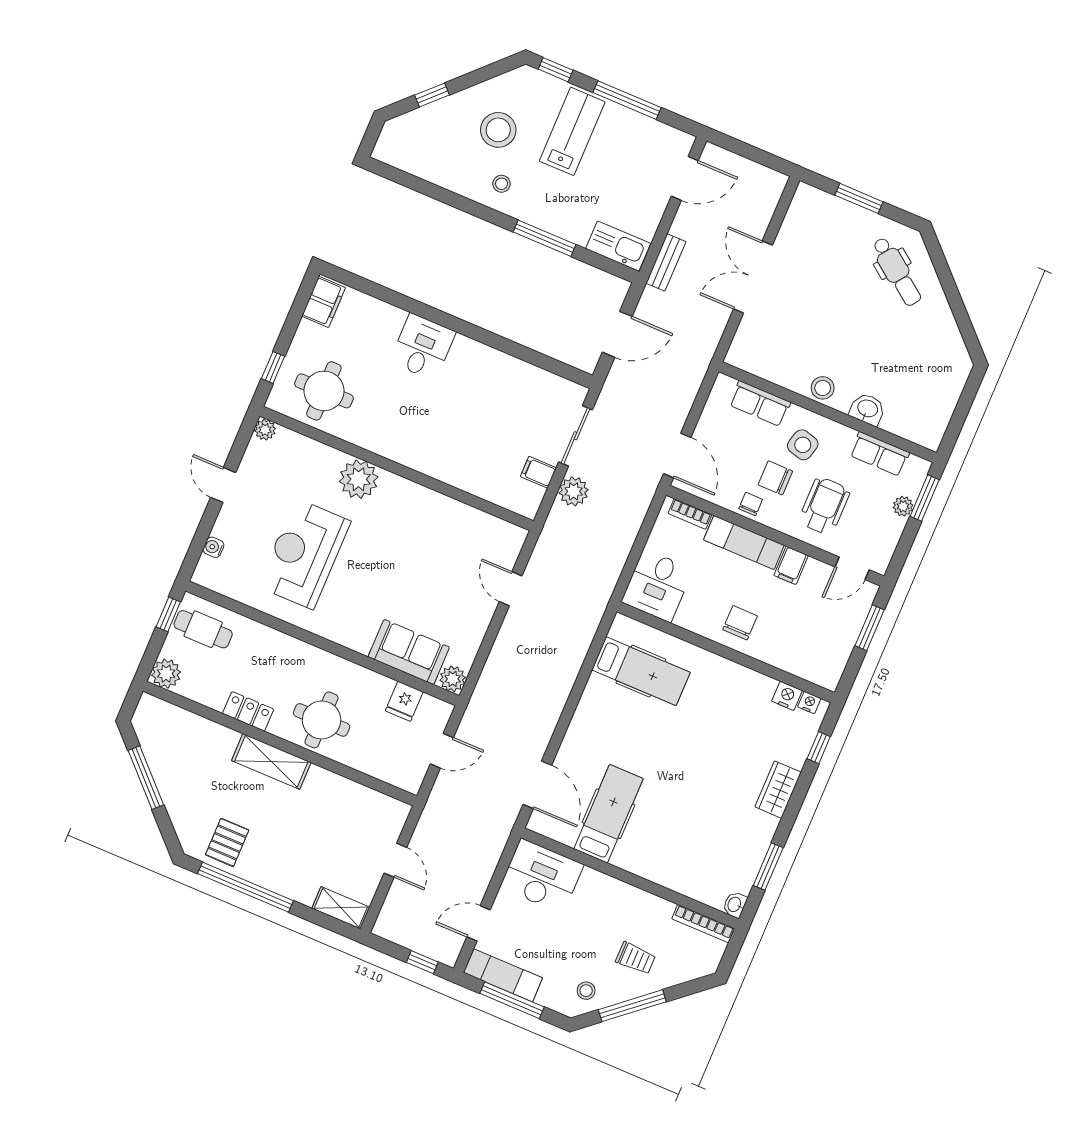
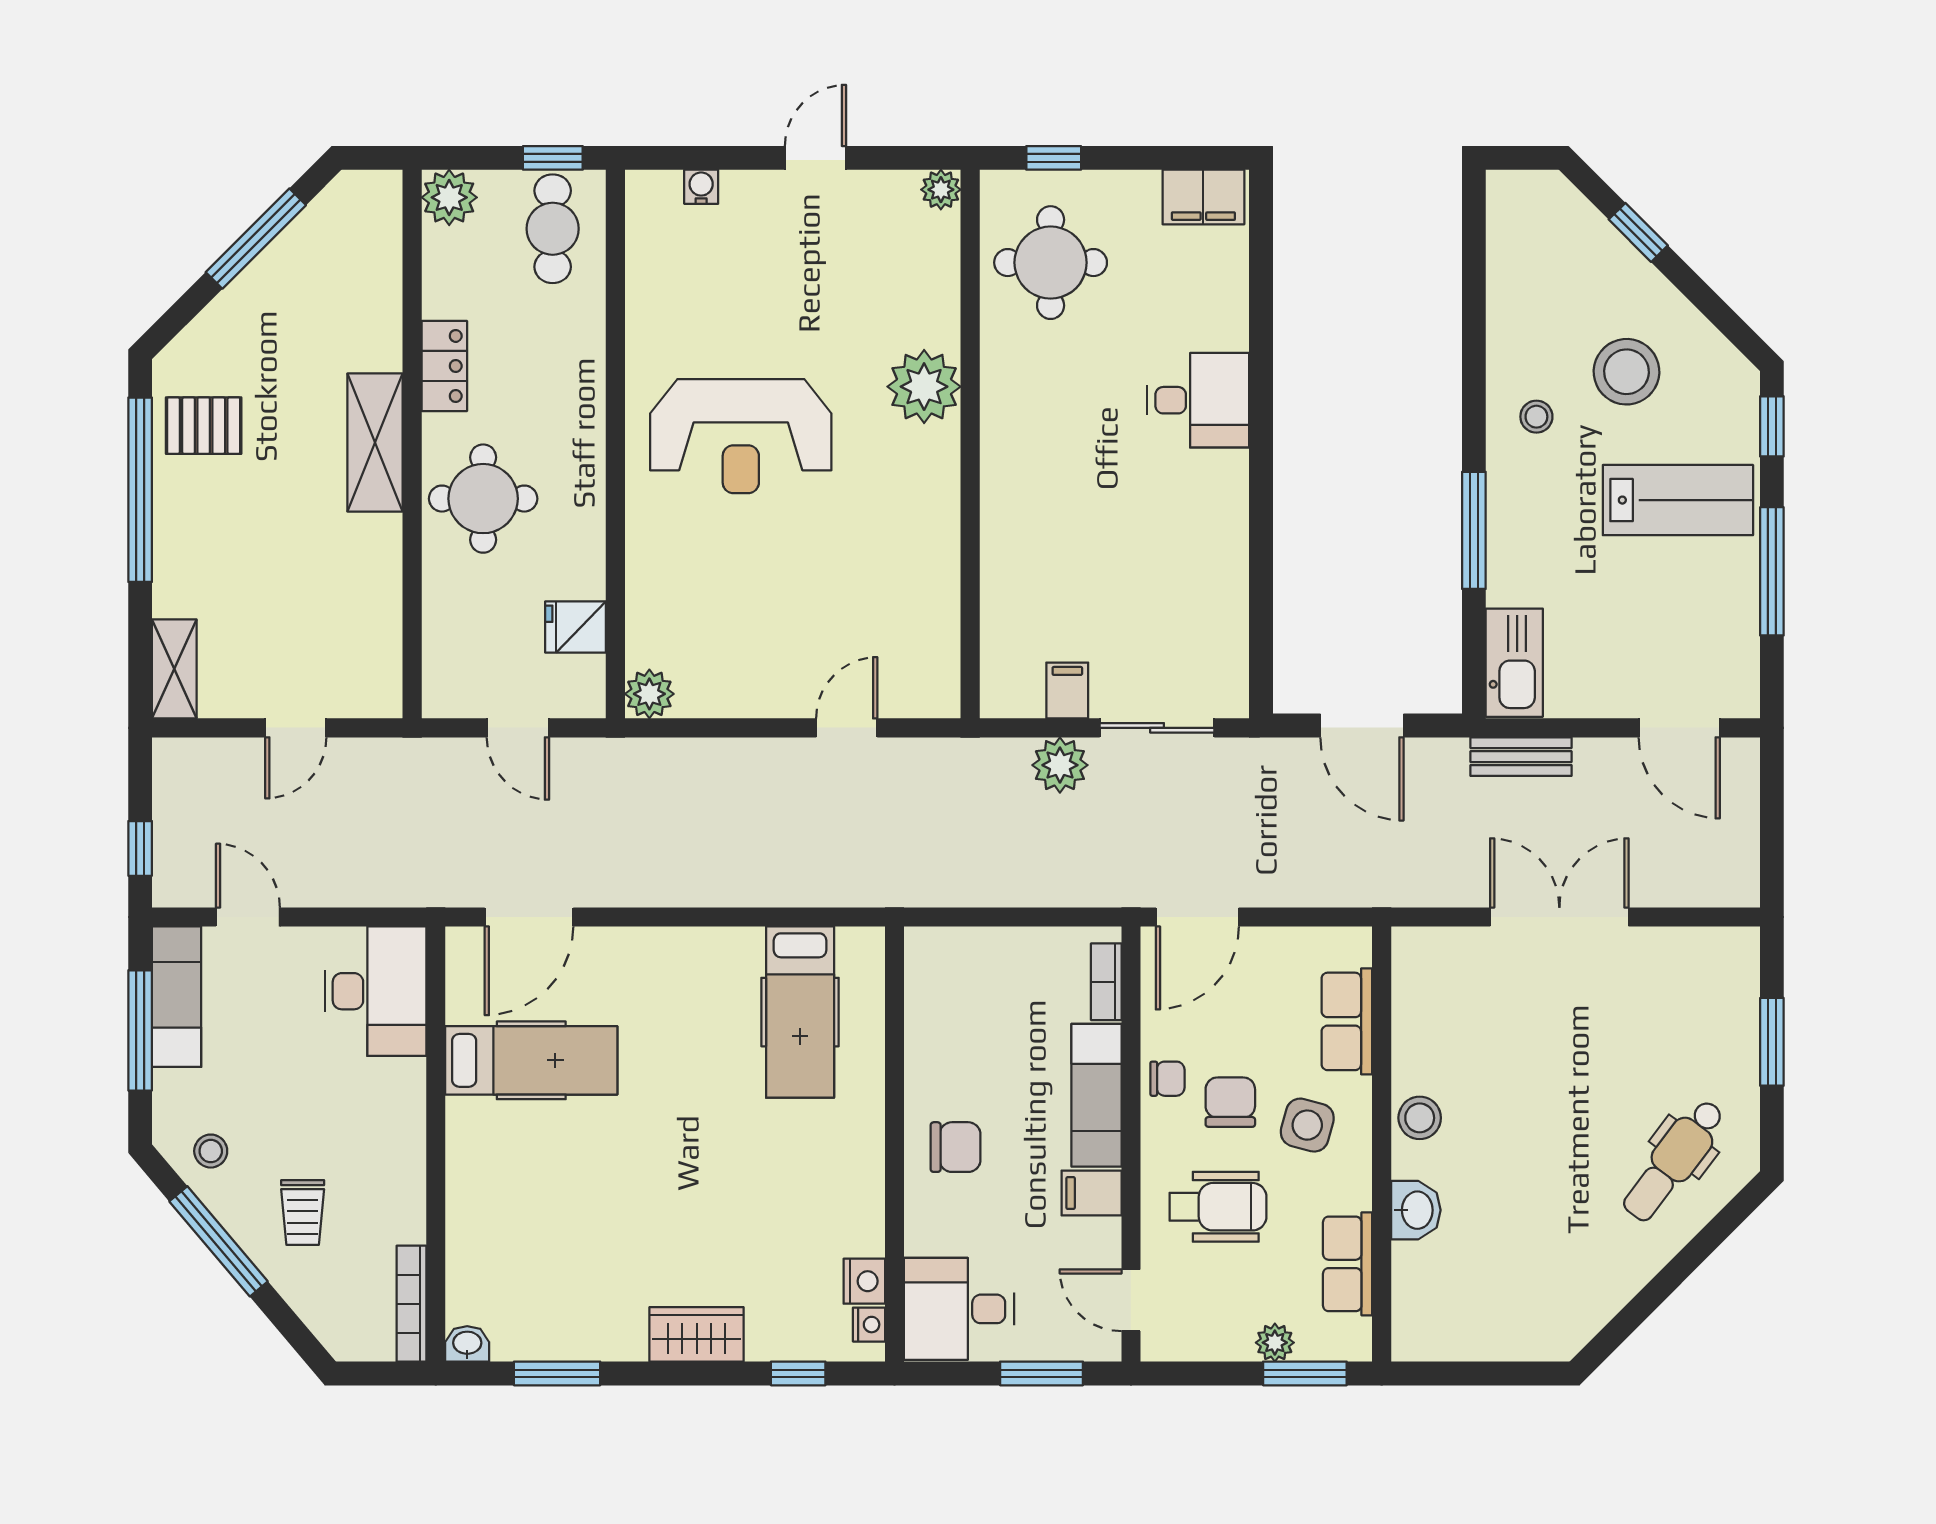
reception desk: (304, 554) -> (741, 436), moved, turned 180
desk: (657, 586) -> (959, 1309), moved
sofa: (409, 652) -> (664, 599), removed

